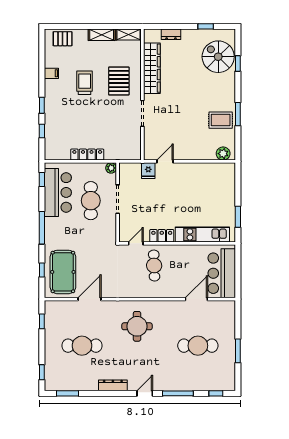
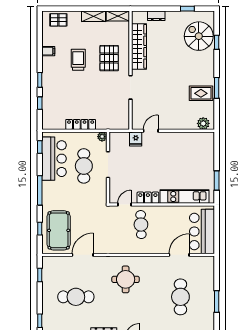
cafe table: (198, 346) -> (180, 297), turned 90

